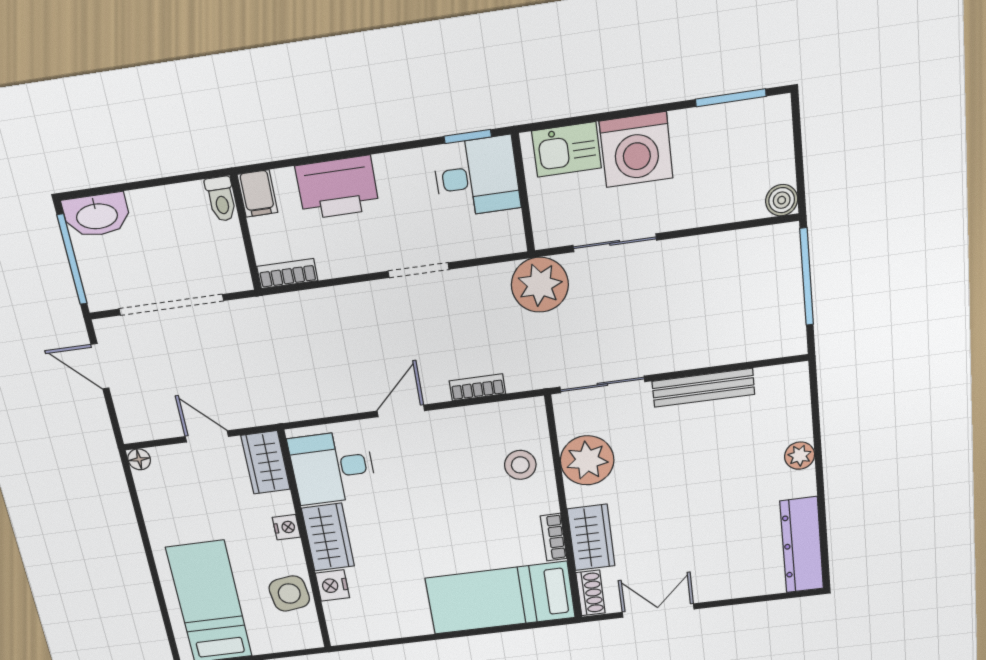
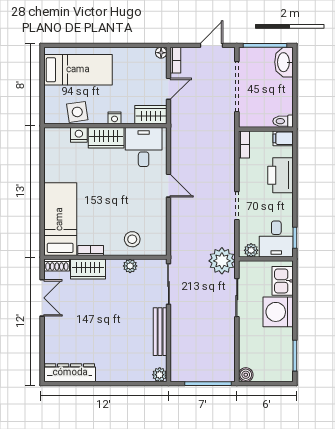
plant: (509, 227) -> (251, 250), added
bookcase: (477, 387) -> (175, 60), moved
plant: (800, 456) -> (160, 375), moved
plant: (587, 460) -> (130, 266), width x0.53, depth x0.53

